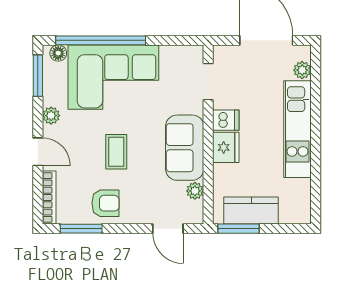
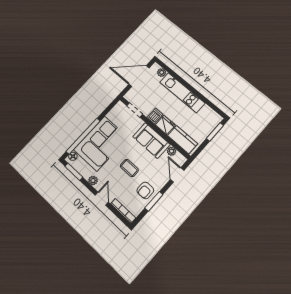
door: (38, 152) -> (102, 199), hinge flipped
armchair: (105, 203) -> (145, 190), turned 180
kitchen counter: (251, 210) -> (183, 140), moved, turned 90
window: (81, 229) -> (154, 201), moved
door: (168, 229) -> (177, 175), swing flipped
window: (239, 229) -> (215, 132), moved

